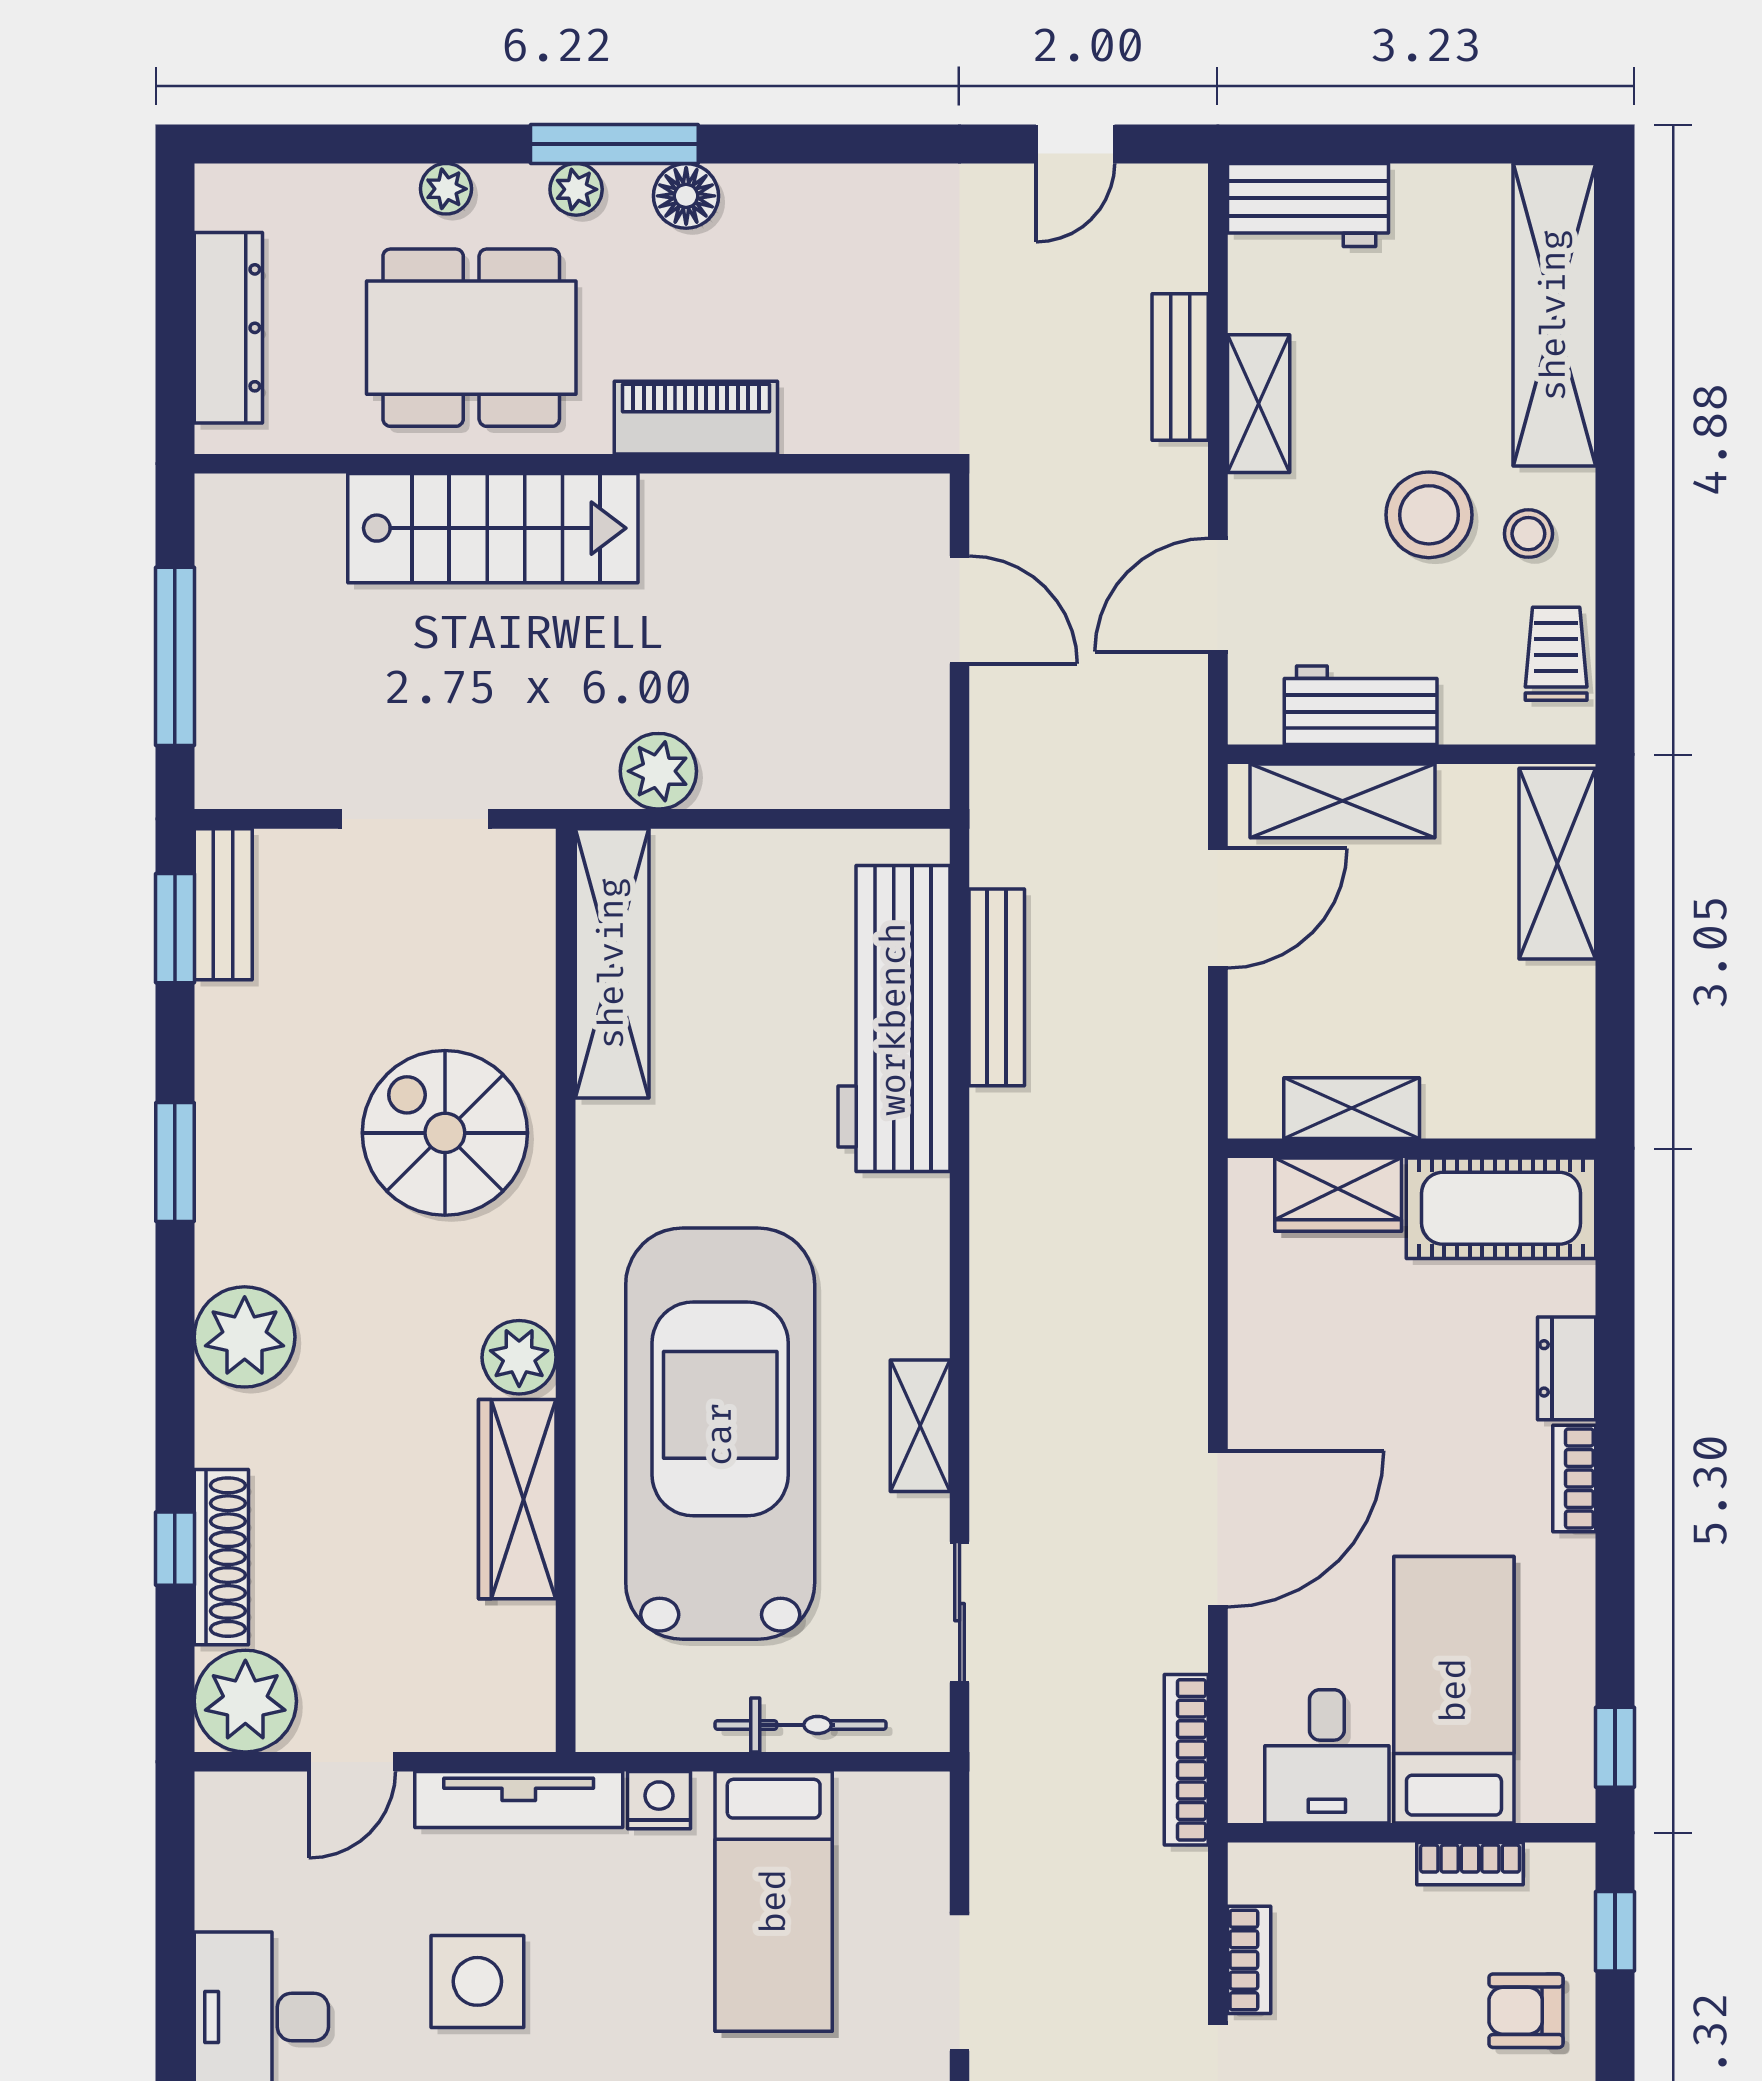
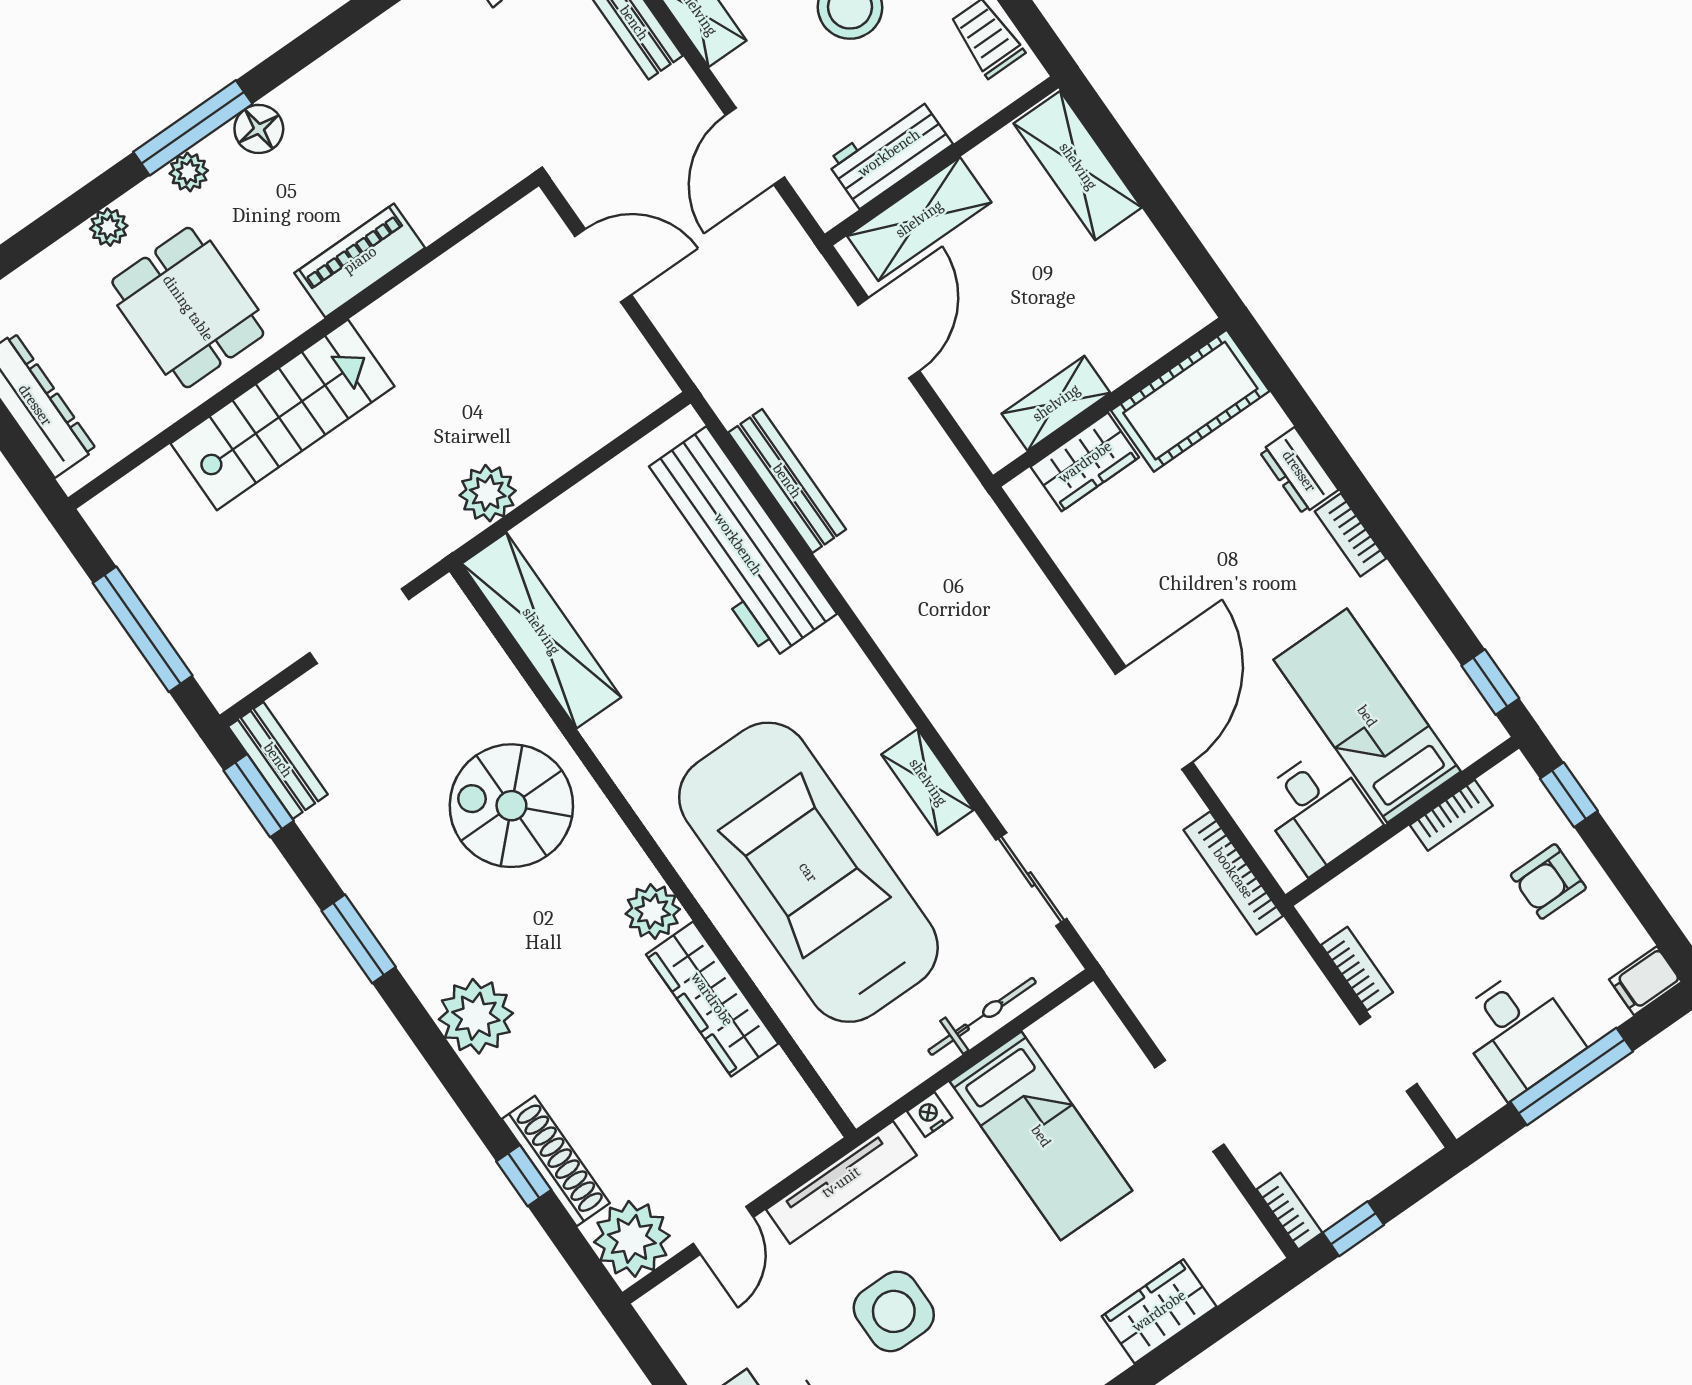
dining table: (471, 338) -> (188, 308), width x0.73
nightstand: (659, 1800) -> (930, 1115), width x0.72, depth x0.74

